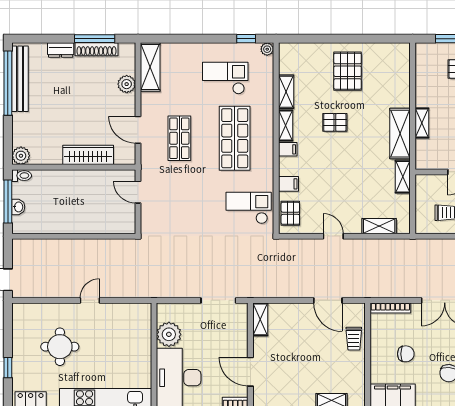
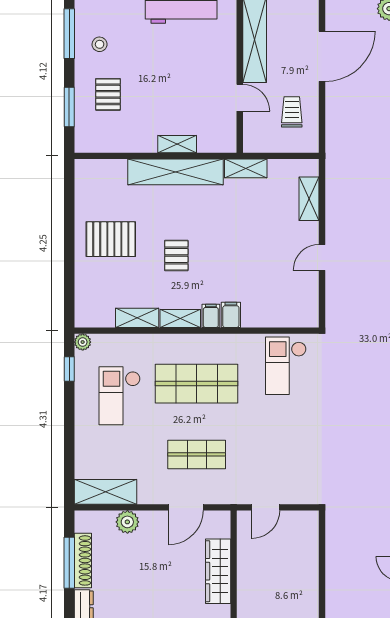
shelving: (400, 134) -> (176, 172), width x1.47
filing cabinet: (288, 184) -> (231, 315), moved
pallet: (290, 213) -> (293, 312), removed

